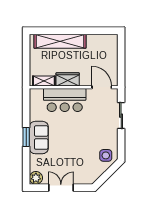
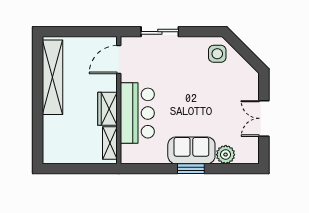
shelving: (60, 41) -> (53, 77), moved
plant: (36, 178) -> (226, 155), moved

